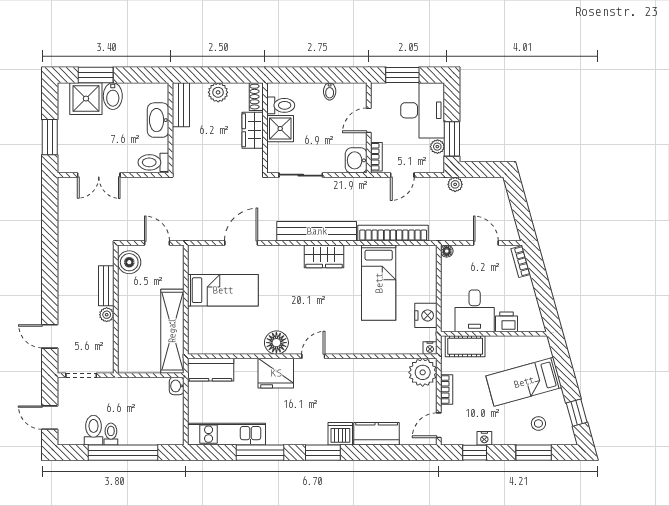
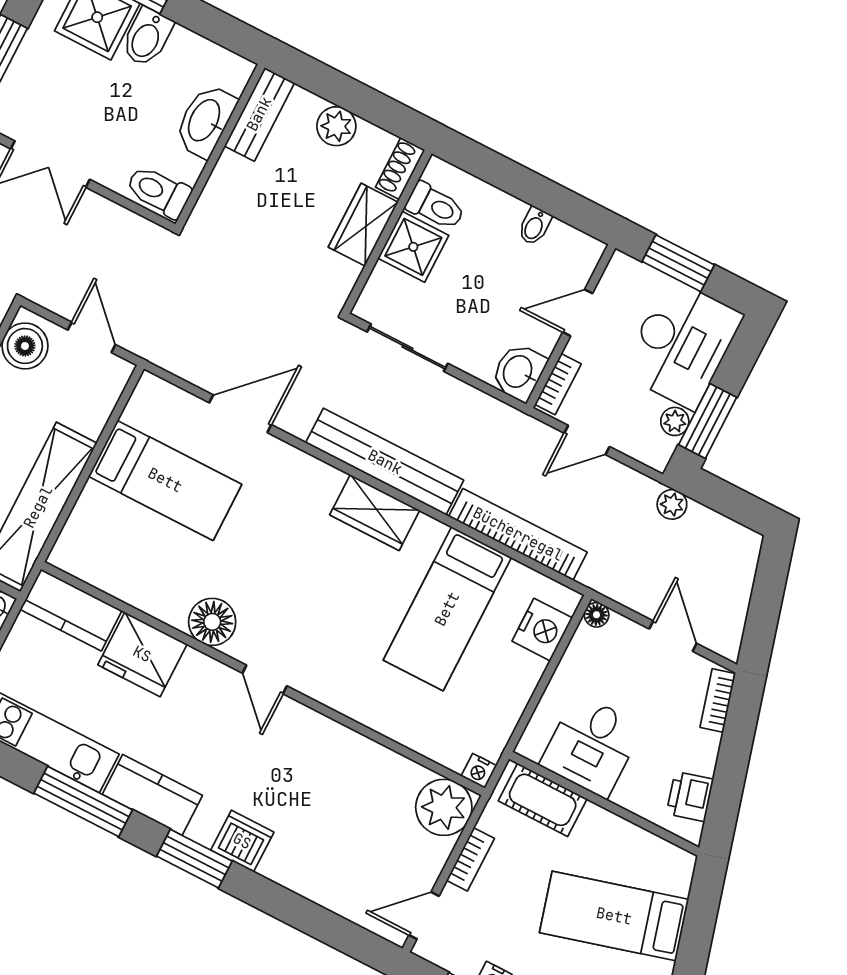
nightstand: (426, 315) -> (542, 630), moved
printer: (506, 322) -> (690, 796), moved, turned -105
door: (313, 356) -> (265, 680), swing flipped
fridge: (276, 373) -> (142, 654), moved
kitchen counter: (377, 434) -> (152, 795), moved

